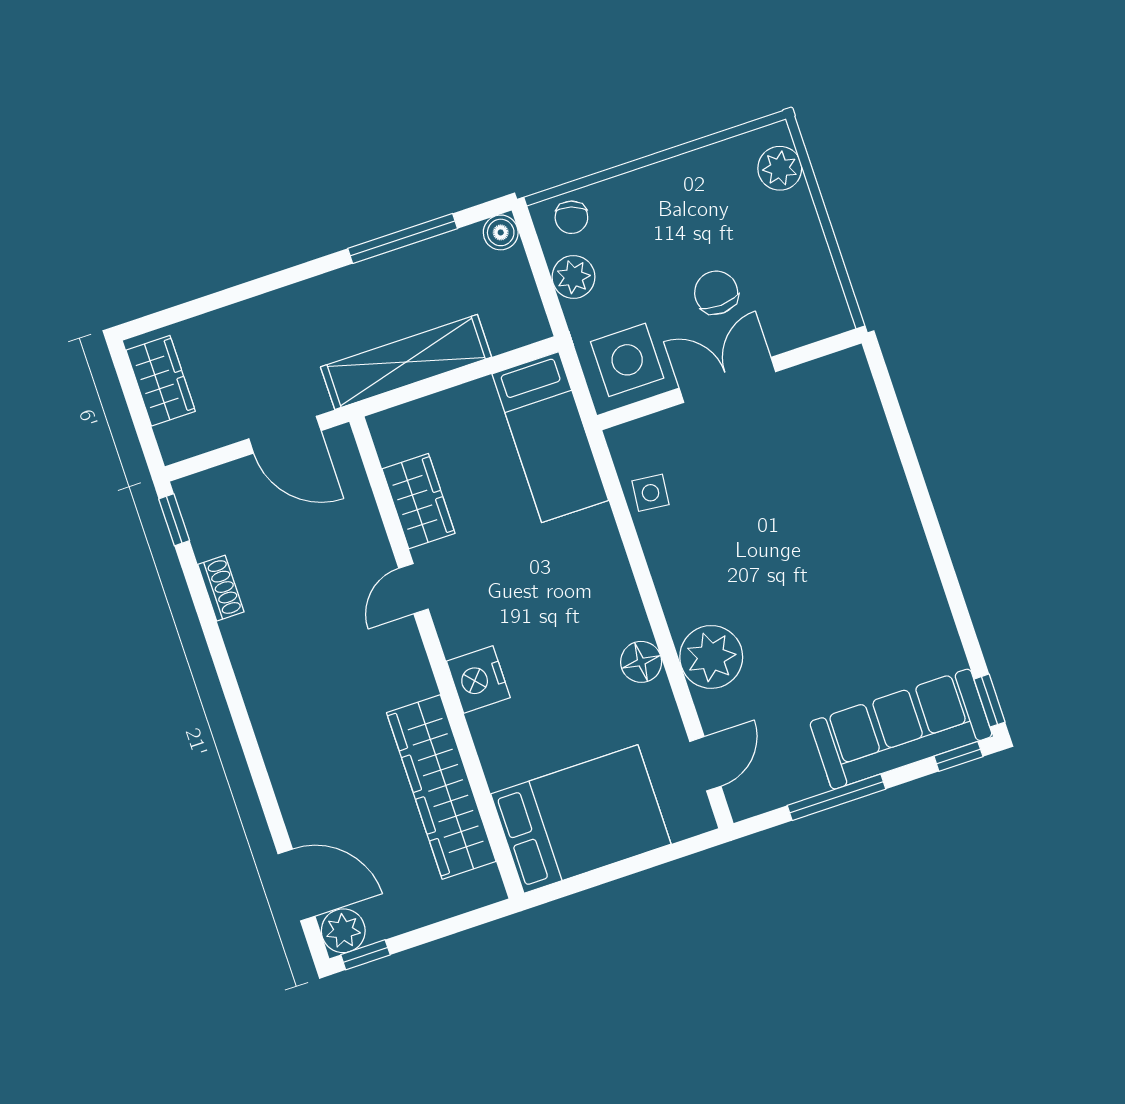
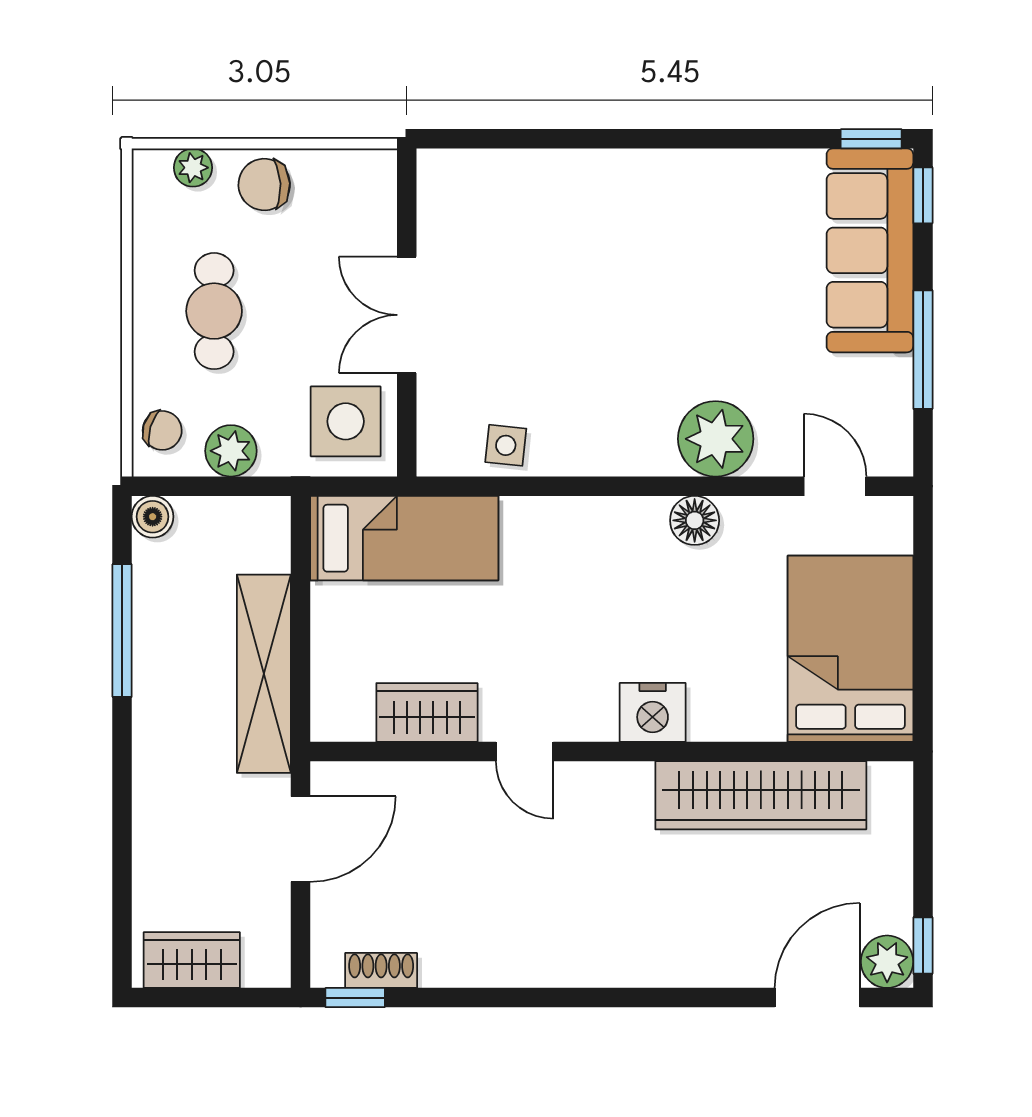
plant: (780, 168) -> (193, 168), width x0.73, depth x0.73
cafe table: (680, 227) -> (214, 311), added
chair: (716, 293) -> (264, 185), moved
shoe rack: (221, 588) -> (381, 970), moved

